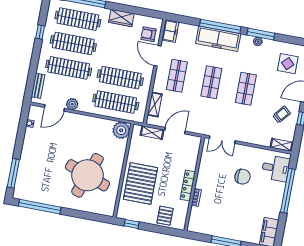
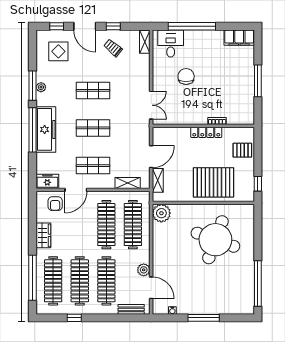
door: (175, 131) -> (151, 157), swing flipped
window: (13, 173) -> (204, 318), moved

